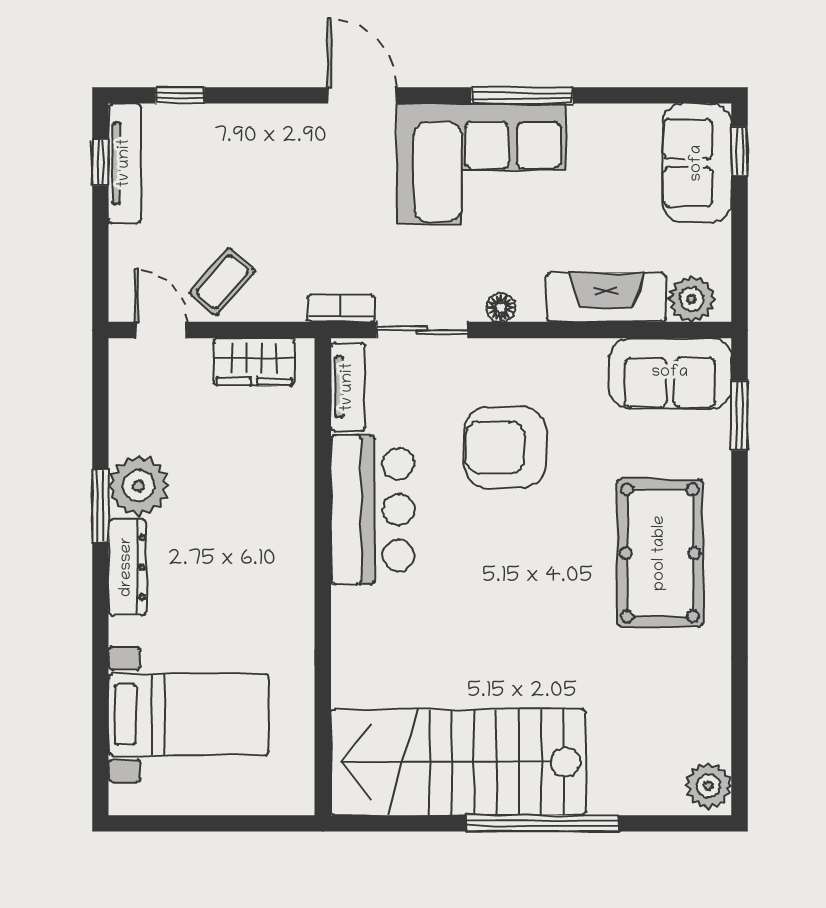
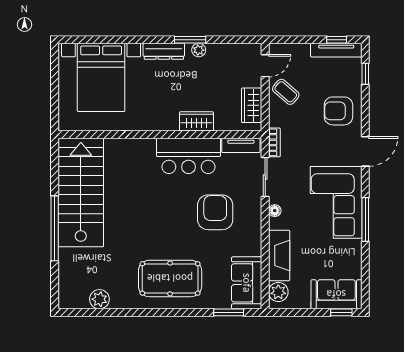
armchair: (267, 158) -> (338, 111), added
plant: (139, 486) -> (199, 50), width x0.53, depth x0.53
wardrobe: (292, 491) -> (196, 121), added
bed with nightstands: (189, 715) -> (101, 77), width x1.36
plant: (708, 786) -> (99, 299), moved

